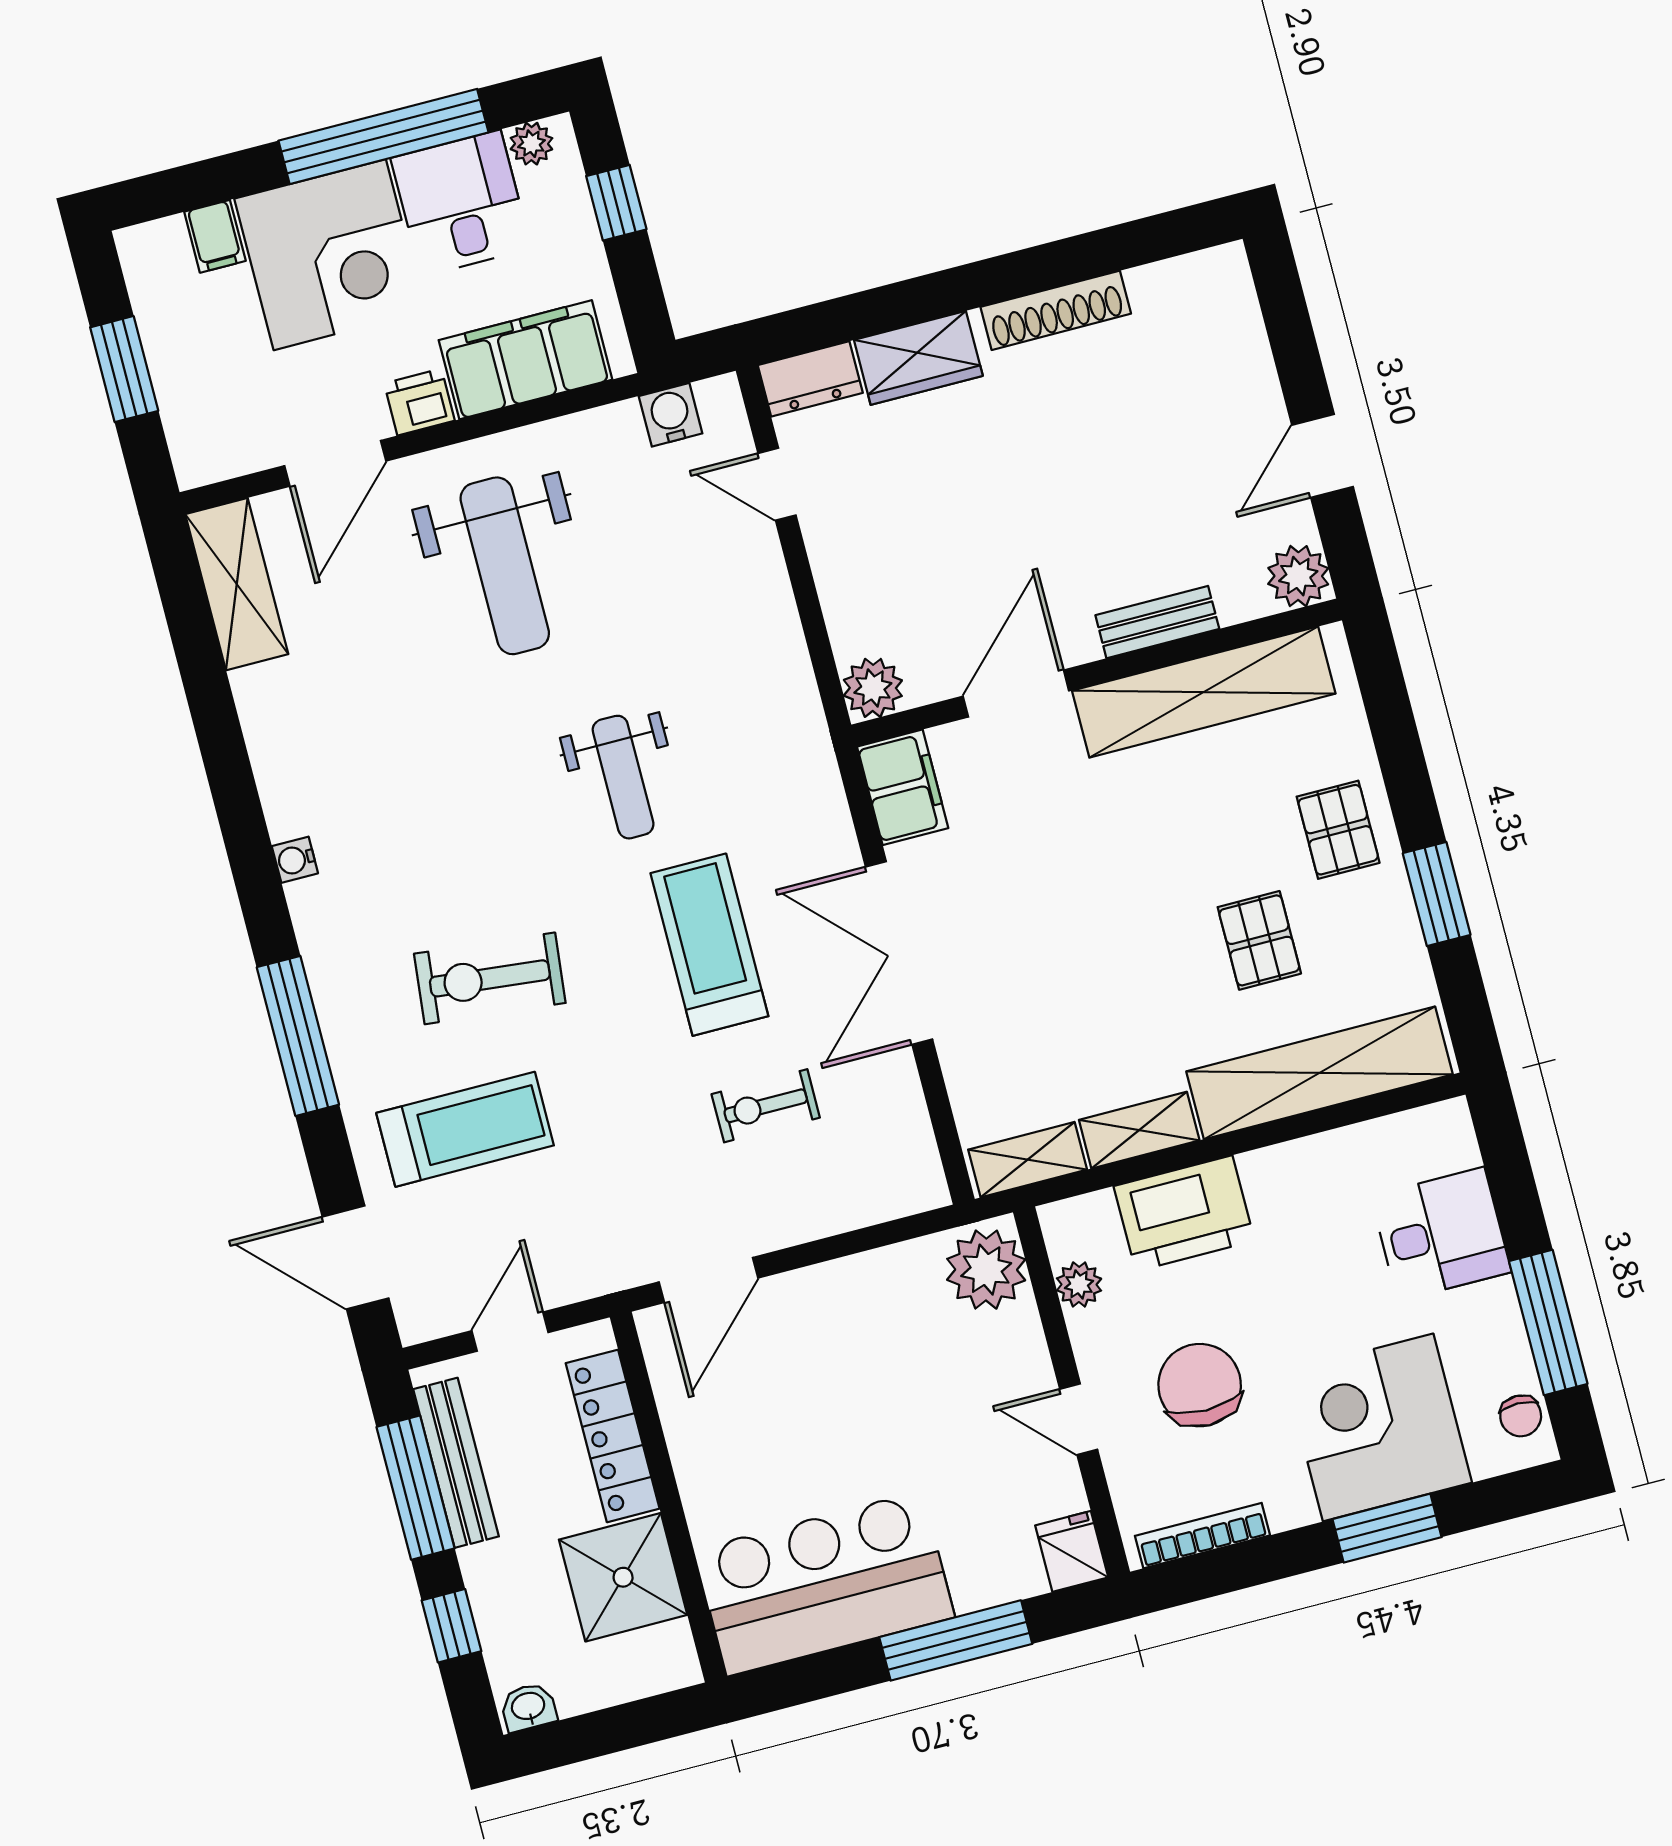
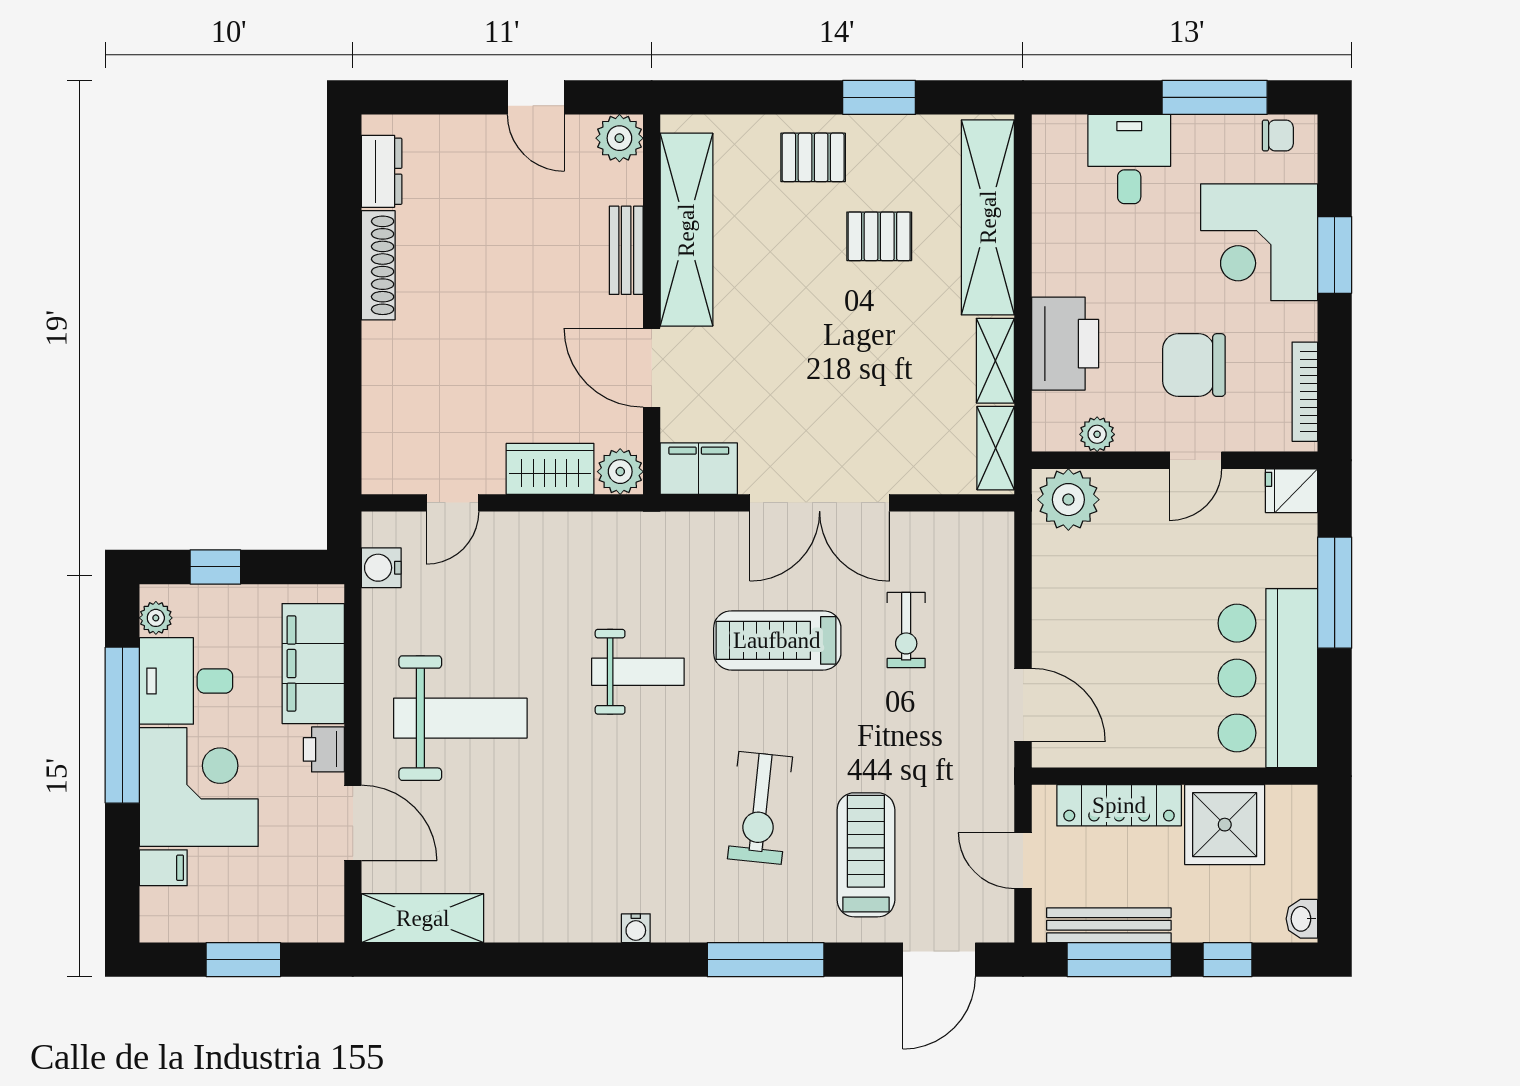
wardrobe: (918, 358) -> (550, 469), moved, turned -90
dresser: (810, 379) -> (382, 171), moved

